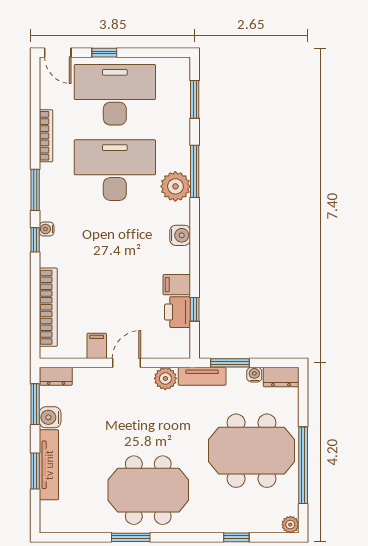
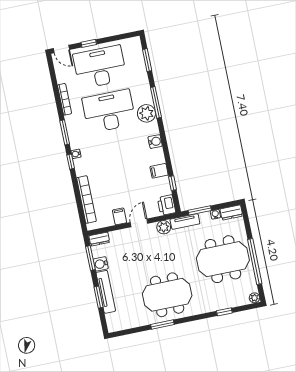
printer: (178, 312) -> (167, 205), moved

